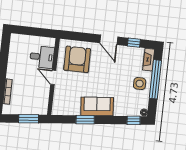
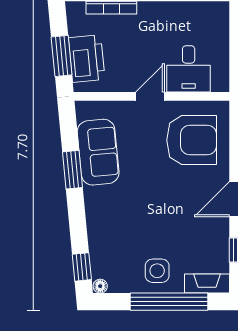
sofa: (97, 106) -> (98, 152), moved
printer: (31, 107) -> (87, 59), added

